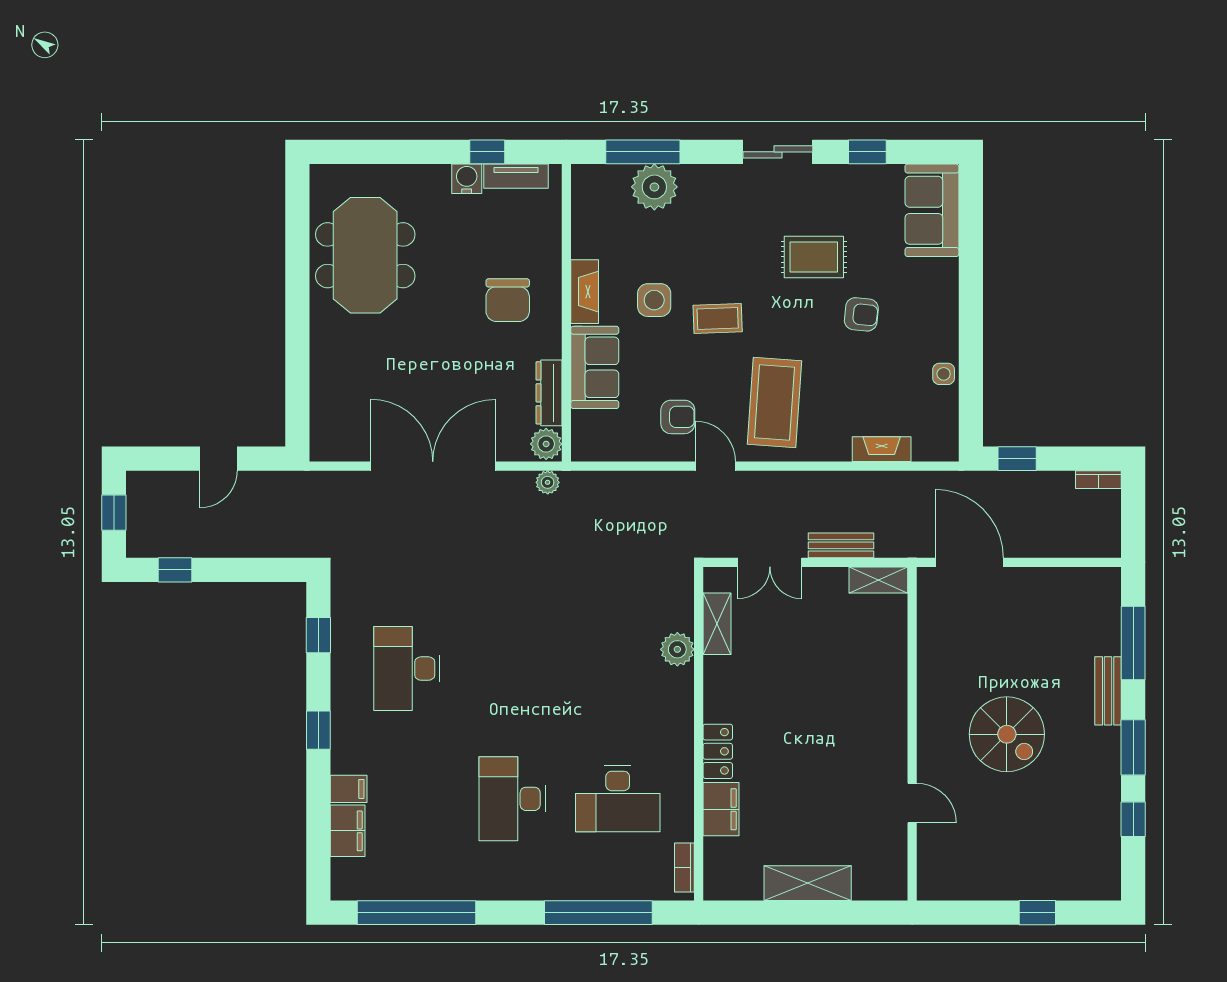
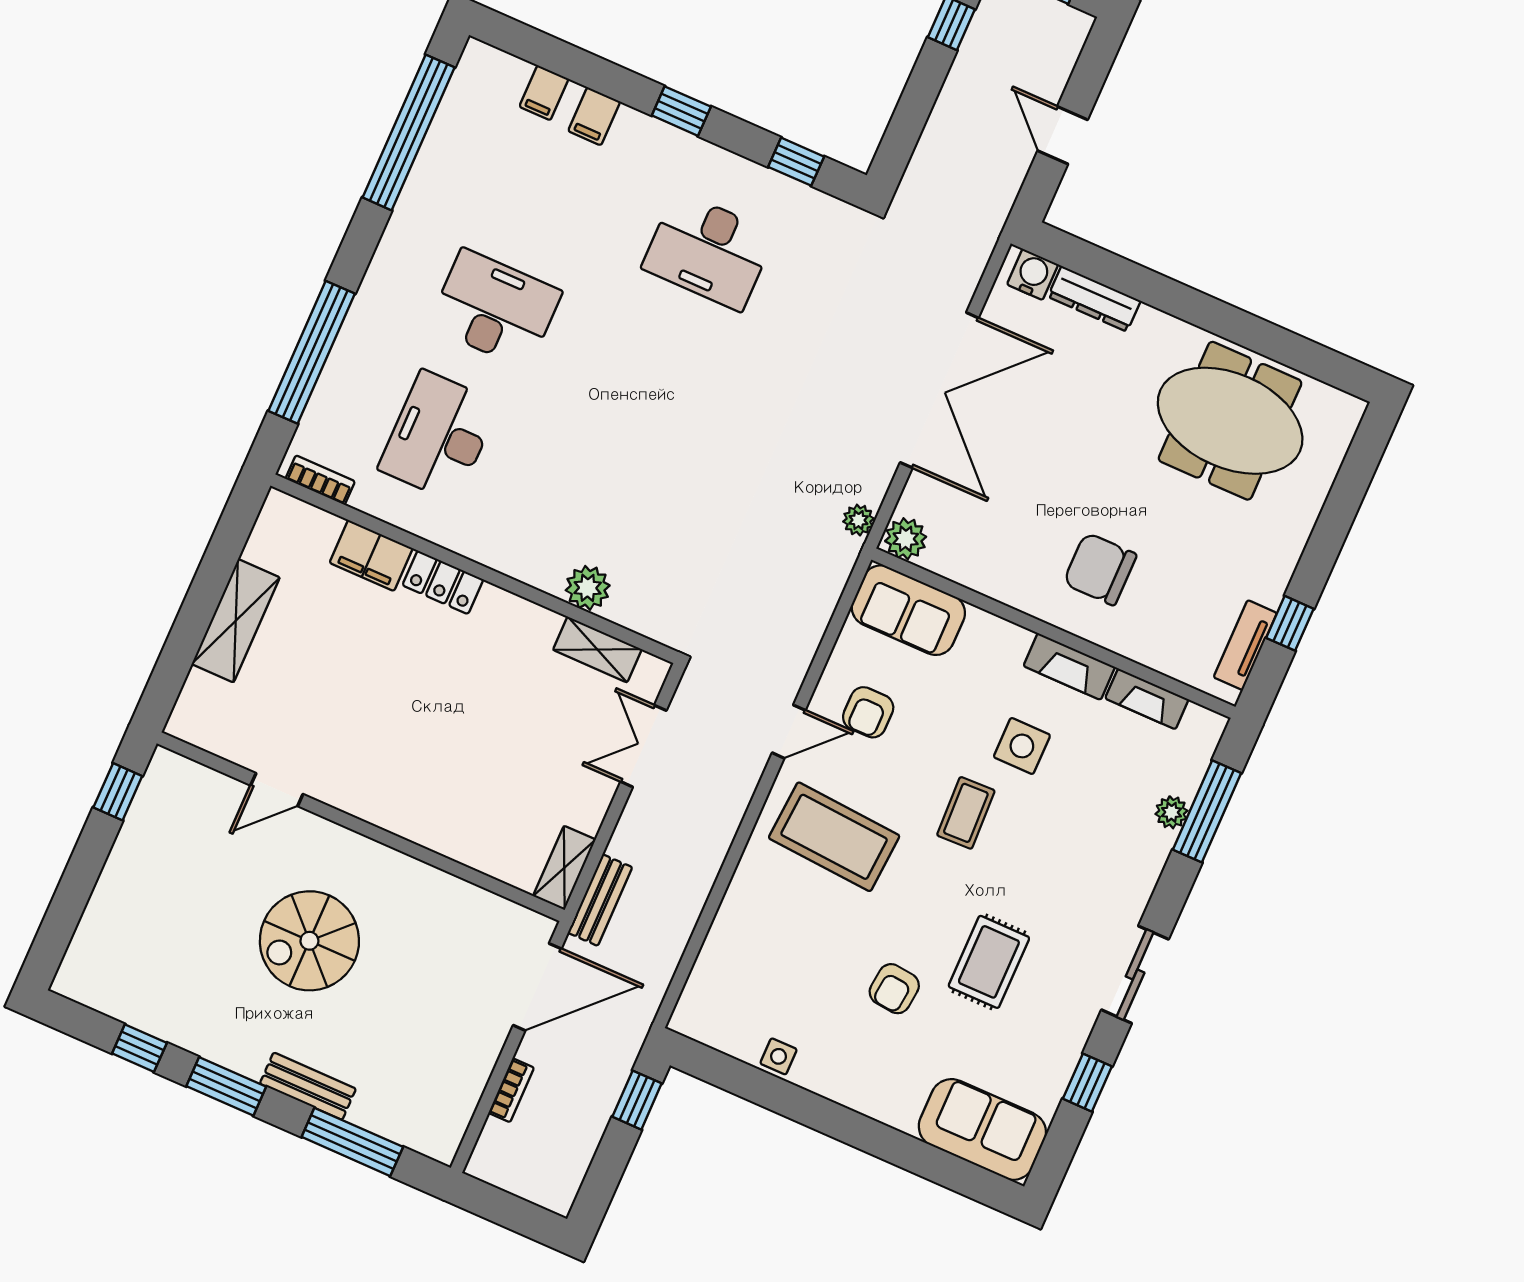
water cooler: (467, 179) -> (1033, 274), moved, turned -90
plant: (654, 187) -> (1171, 812), width x0.53, depth x0.53
sofa: (595, 367) -> (908, 610), moved
dresser: (549, 393) -> (1094, 299), moved, turned 180
fireplace: (882, 449) -> (1147, 699), moved, turned 90
bookcase: (1098, 480) -> (511, 1090), moved, turned 180
bench: (841, 545) -> (600, 900), moved
desk: (407, 669) -> (709, 251), turned 180
filing cabinet: (348, 831) -> (544, 93), width x0.50
window: (1037, 913) -> (118, 792), moved

